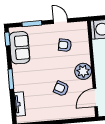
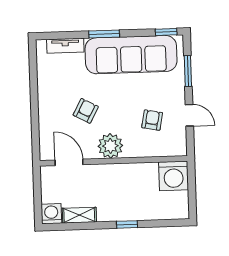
door: (61, 21) -> (189, 115), hinge flipped
sofa: (20, 48) -> (131, 55), width x1.85, depth x1.27

